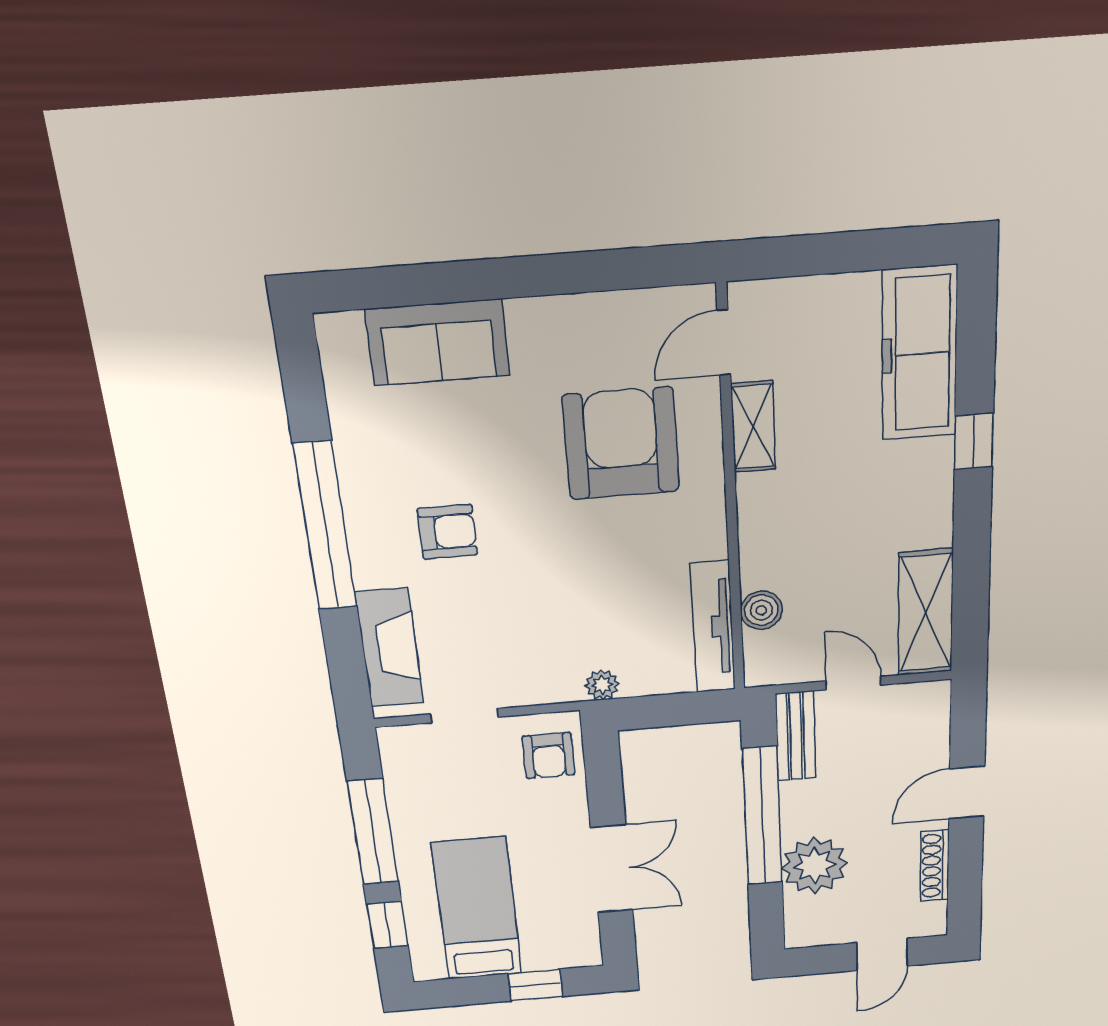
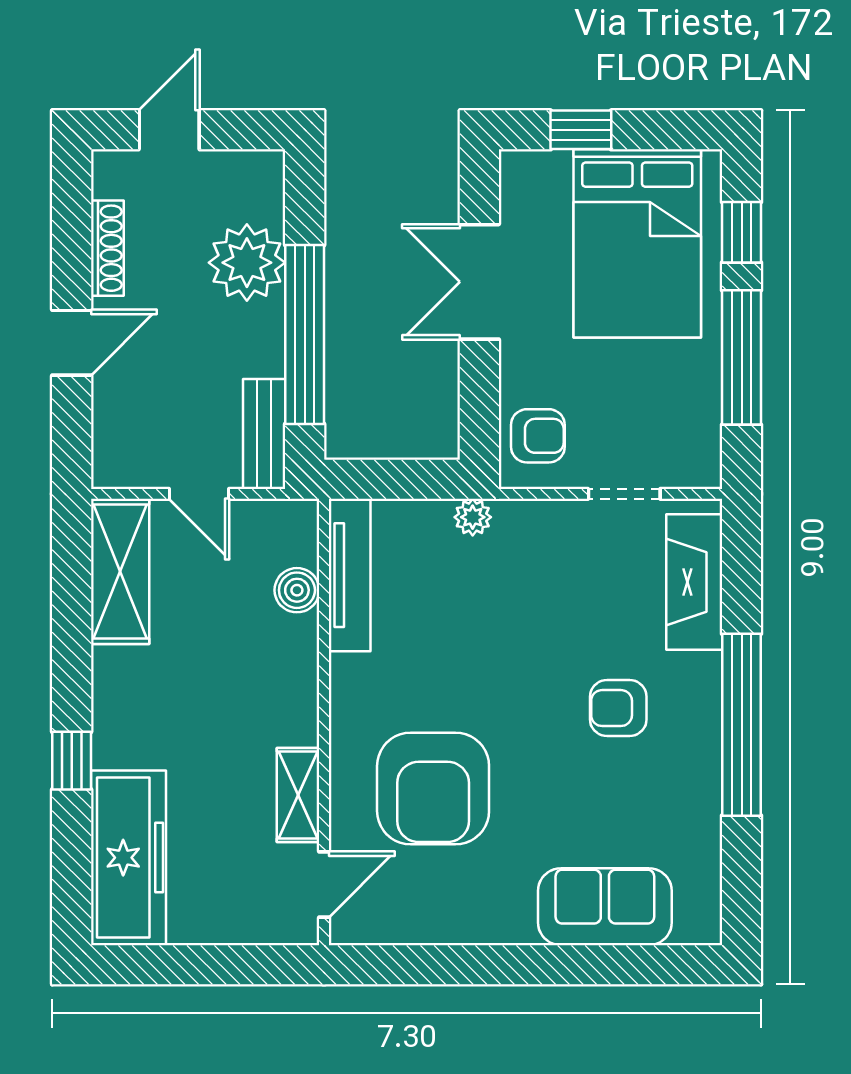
armchair: (549, 756) -> (538, 436), turned 90
bed: (477, 909) -> (637, 243), width x1.50

